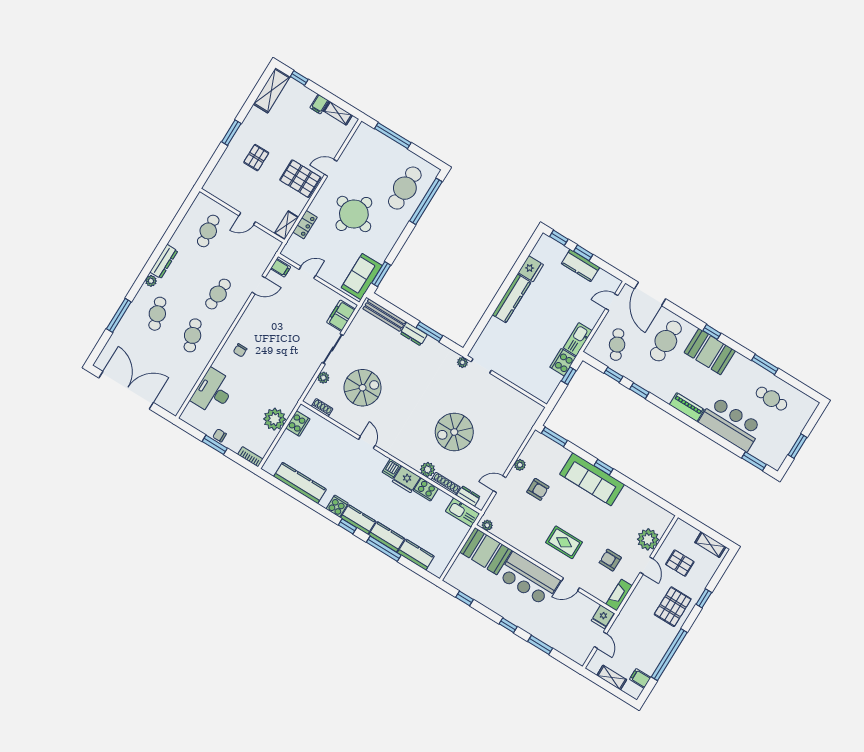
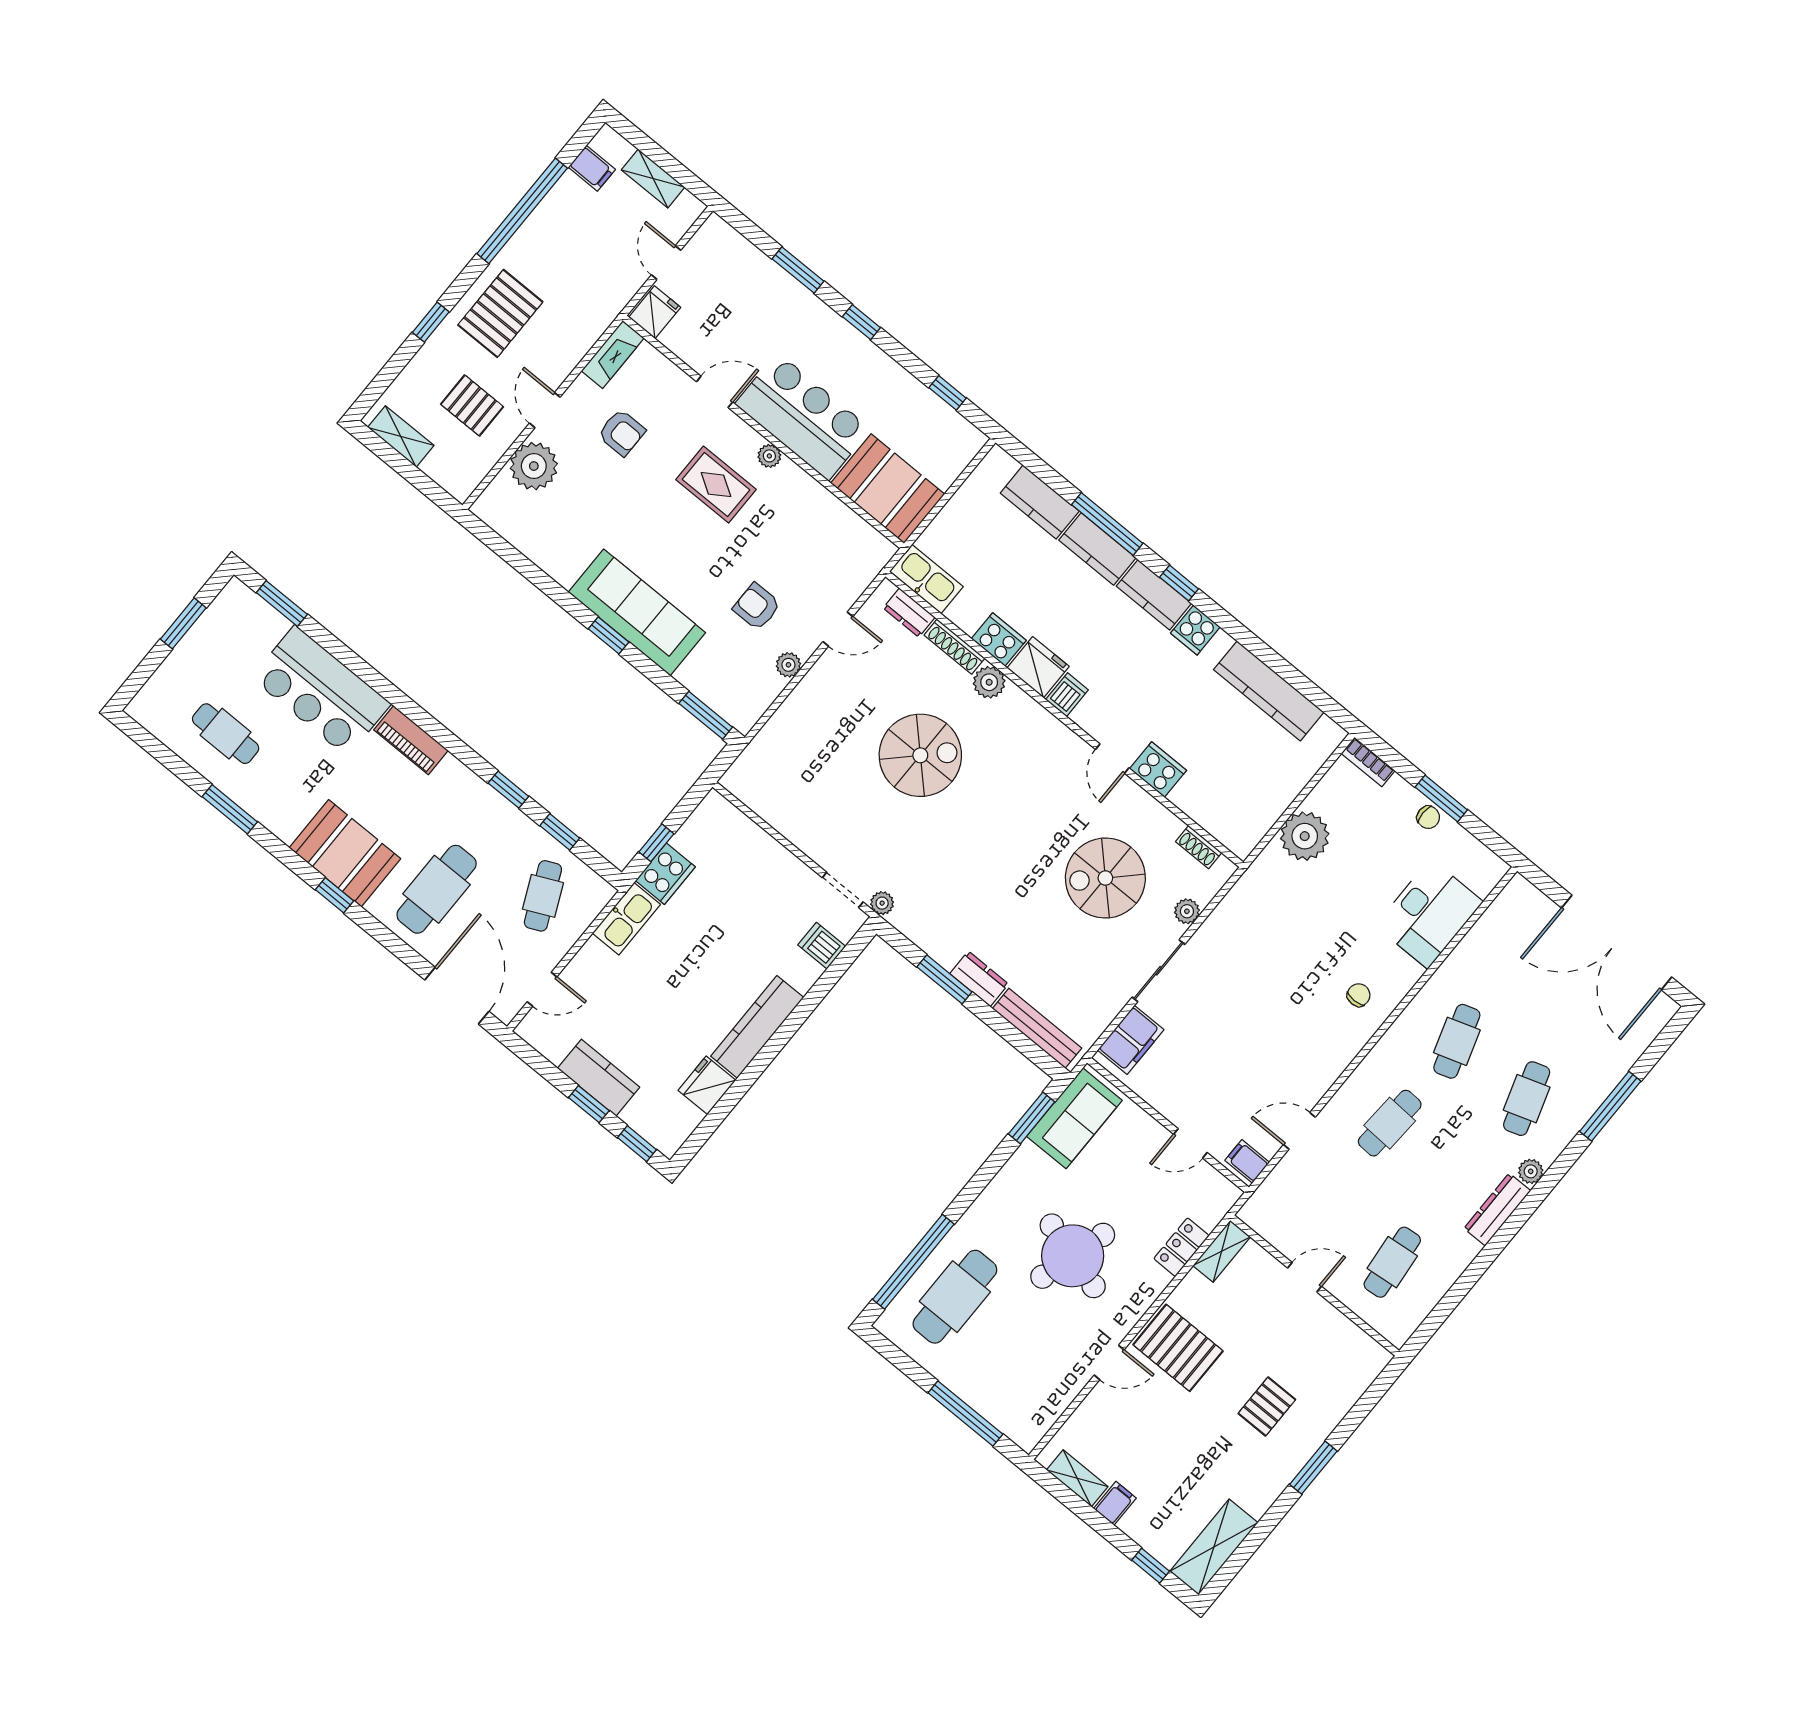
dishwasher: (487, 339) -> (822, 946), added
cooker: (298, 423) -> (1158, 769), moved, turned 90
plant: (487, 525) -> (769, 456), moved

